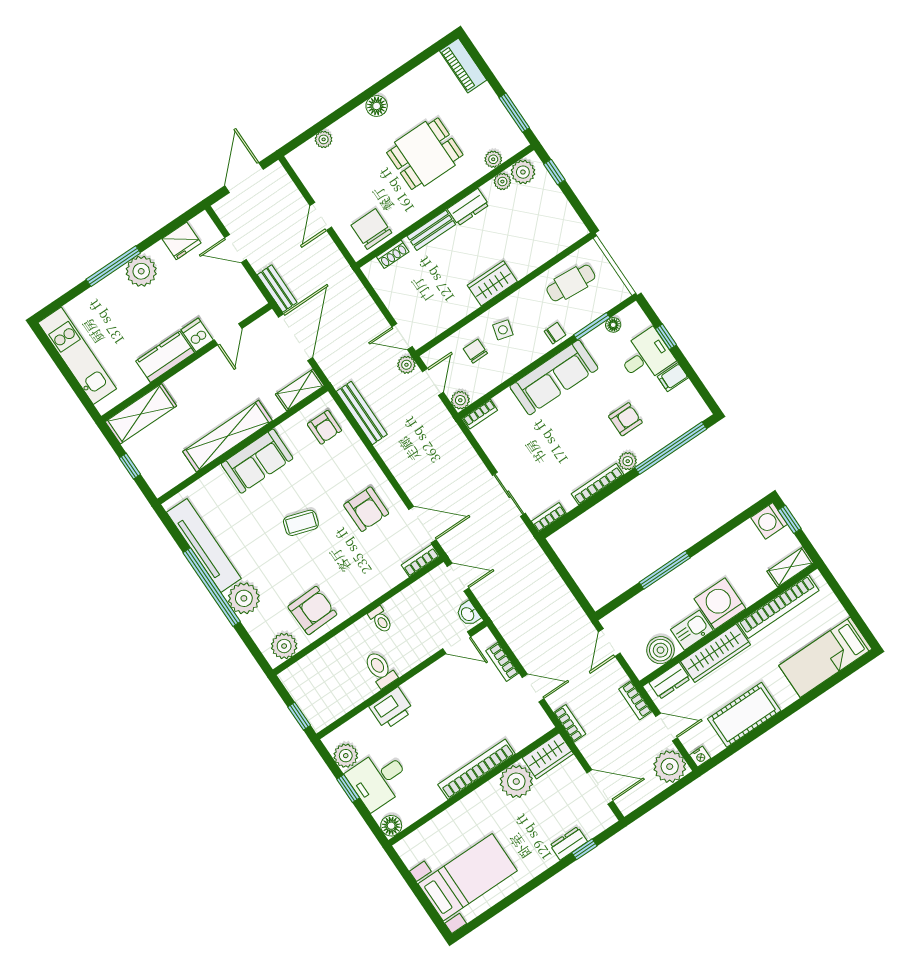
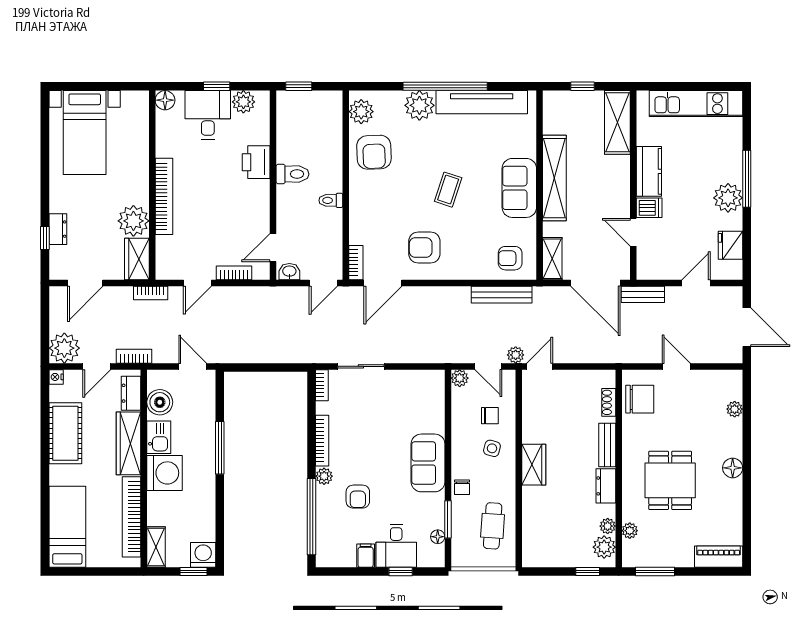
sofa: (554, 377) -> (428, 463), width x0.73
bookcase: (480, 414) -> (438, 386), removed

